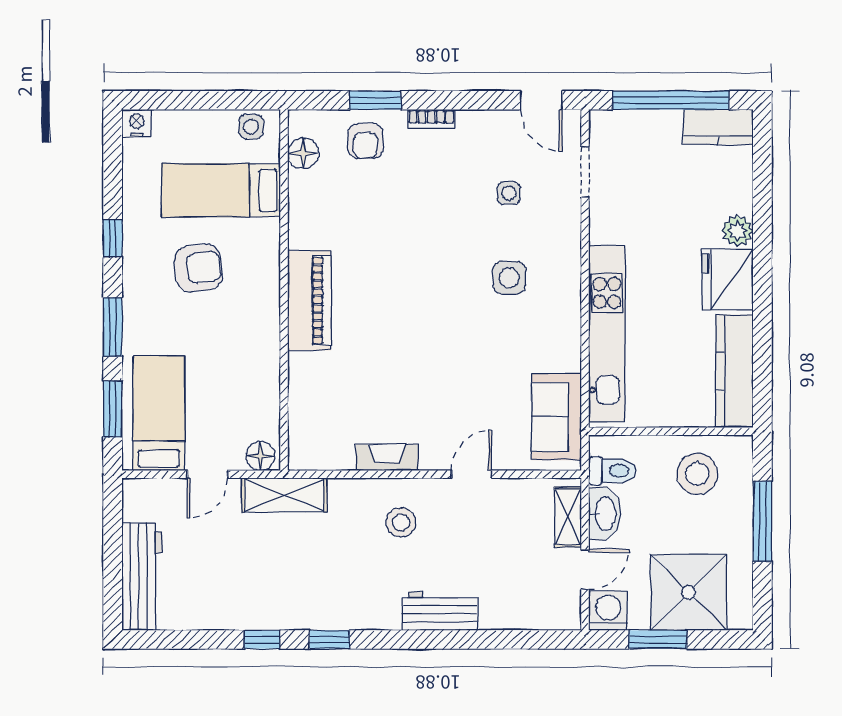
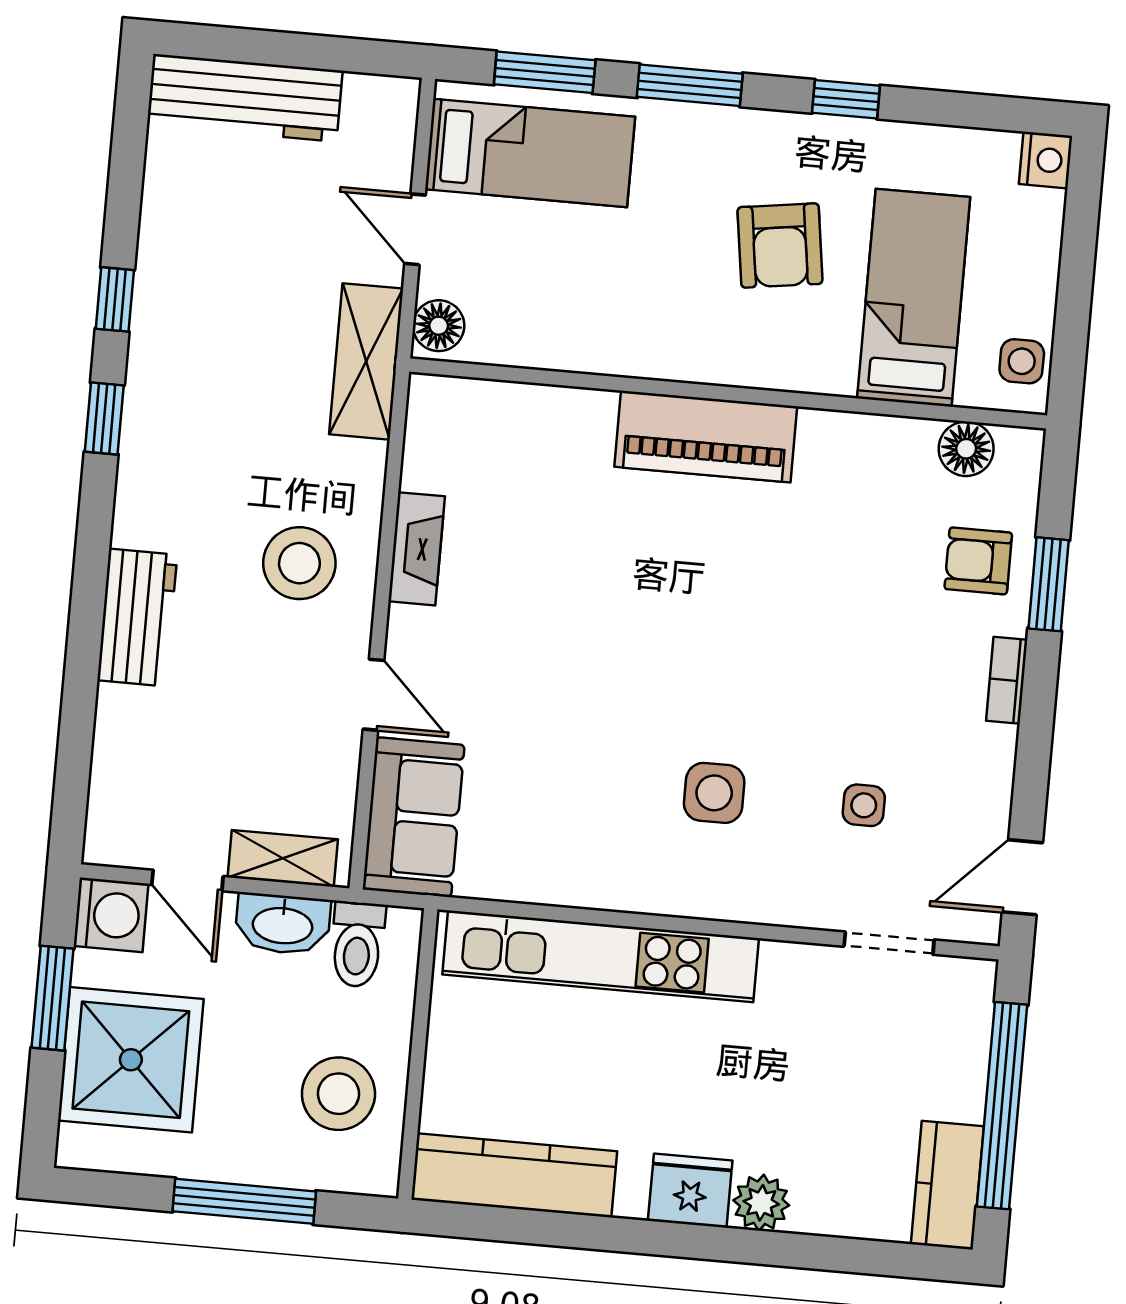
fridge: (728, 279) -> (690, 1191), width x0.73, depth x0.75
sofa: (556, 417) -> (414, 817), moved, turned 90
stool: (401, 522) -> (299, 563), width x1.38, depth x1.38

